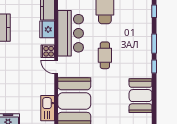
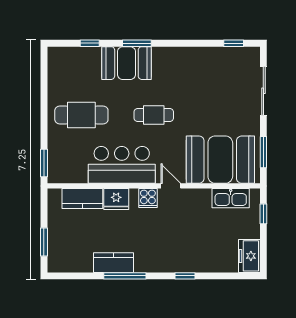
door: (56, 67) -> (171, 186), swing flipped
window: (154, 67) -> (234, 43), moved
booth: (141, 96) -> (126, 63), moved

